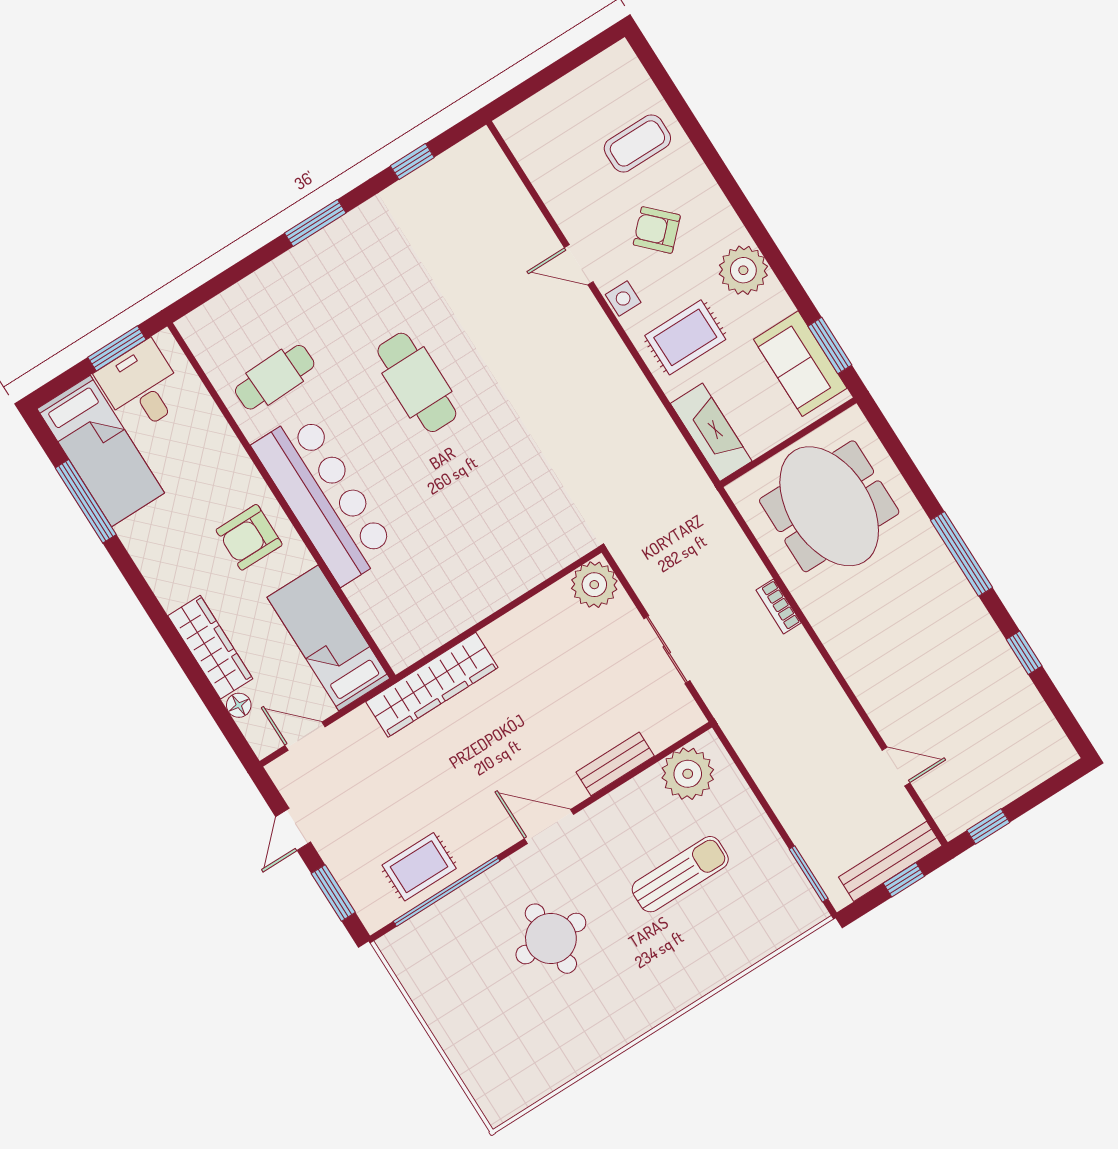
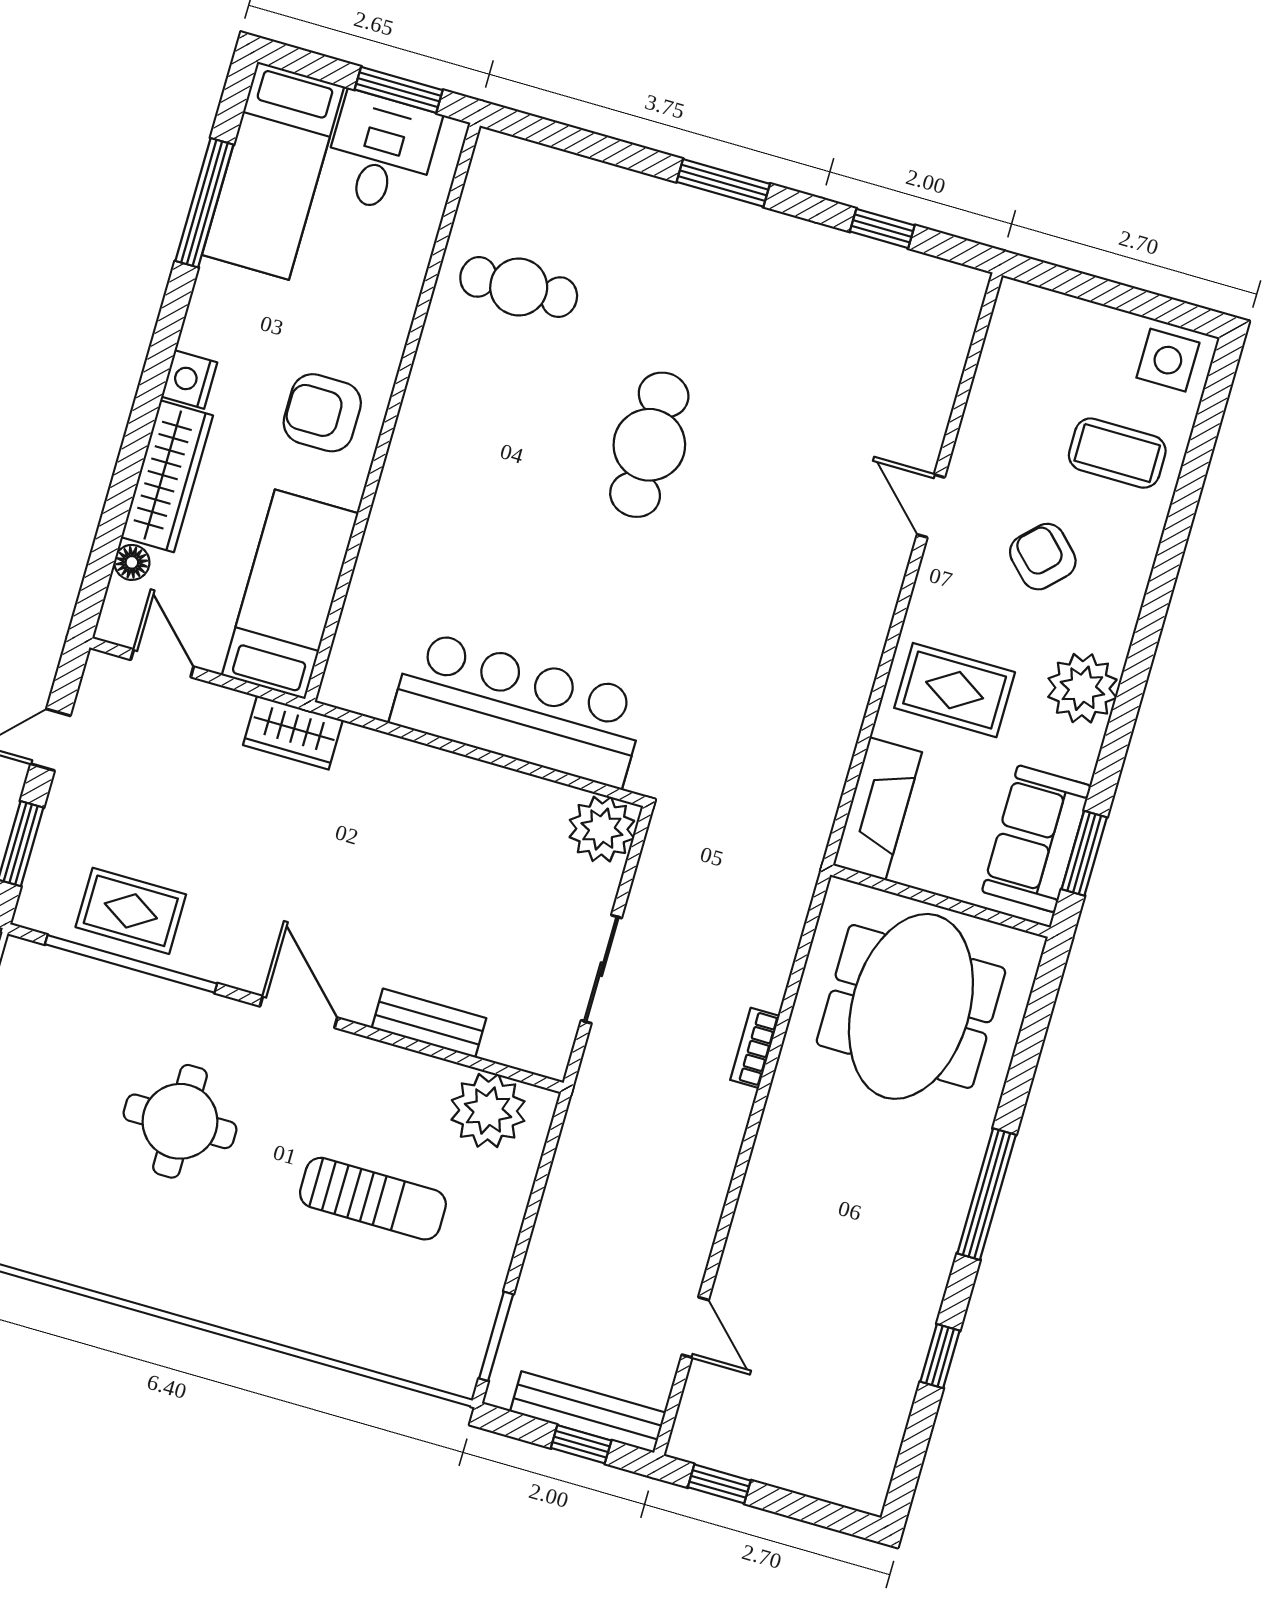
side table: (623, 298) -> (1168, 360), moved, width x1.37, depth x1.37
bar counter: (324, 498) -> (519, 709), moved, turned -90
nightstand: (170, 591) -> (189, 379), added
wardrobe: (432, 685) -> (293, 733), width x0.48, depth x0.85

